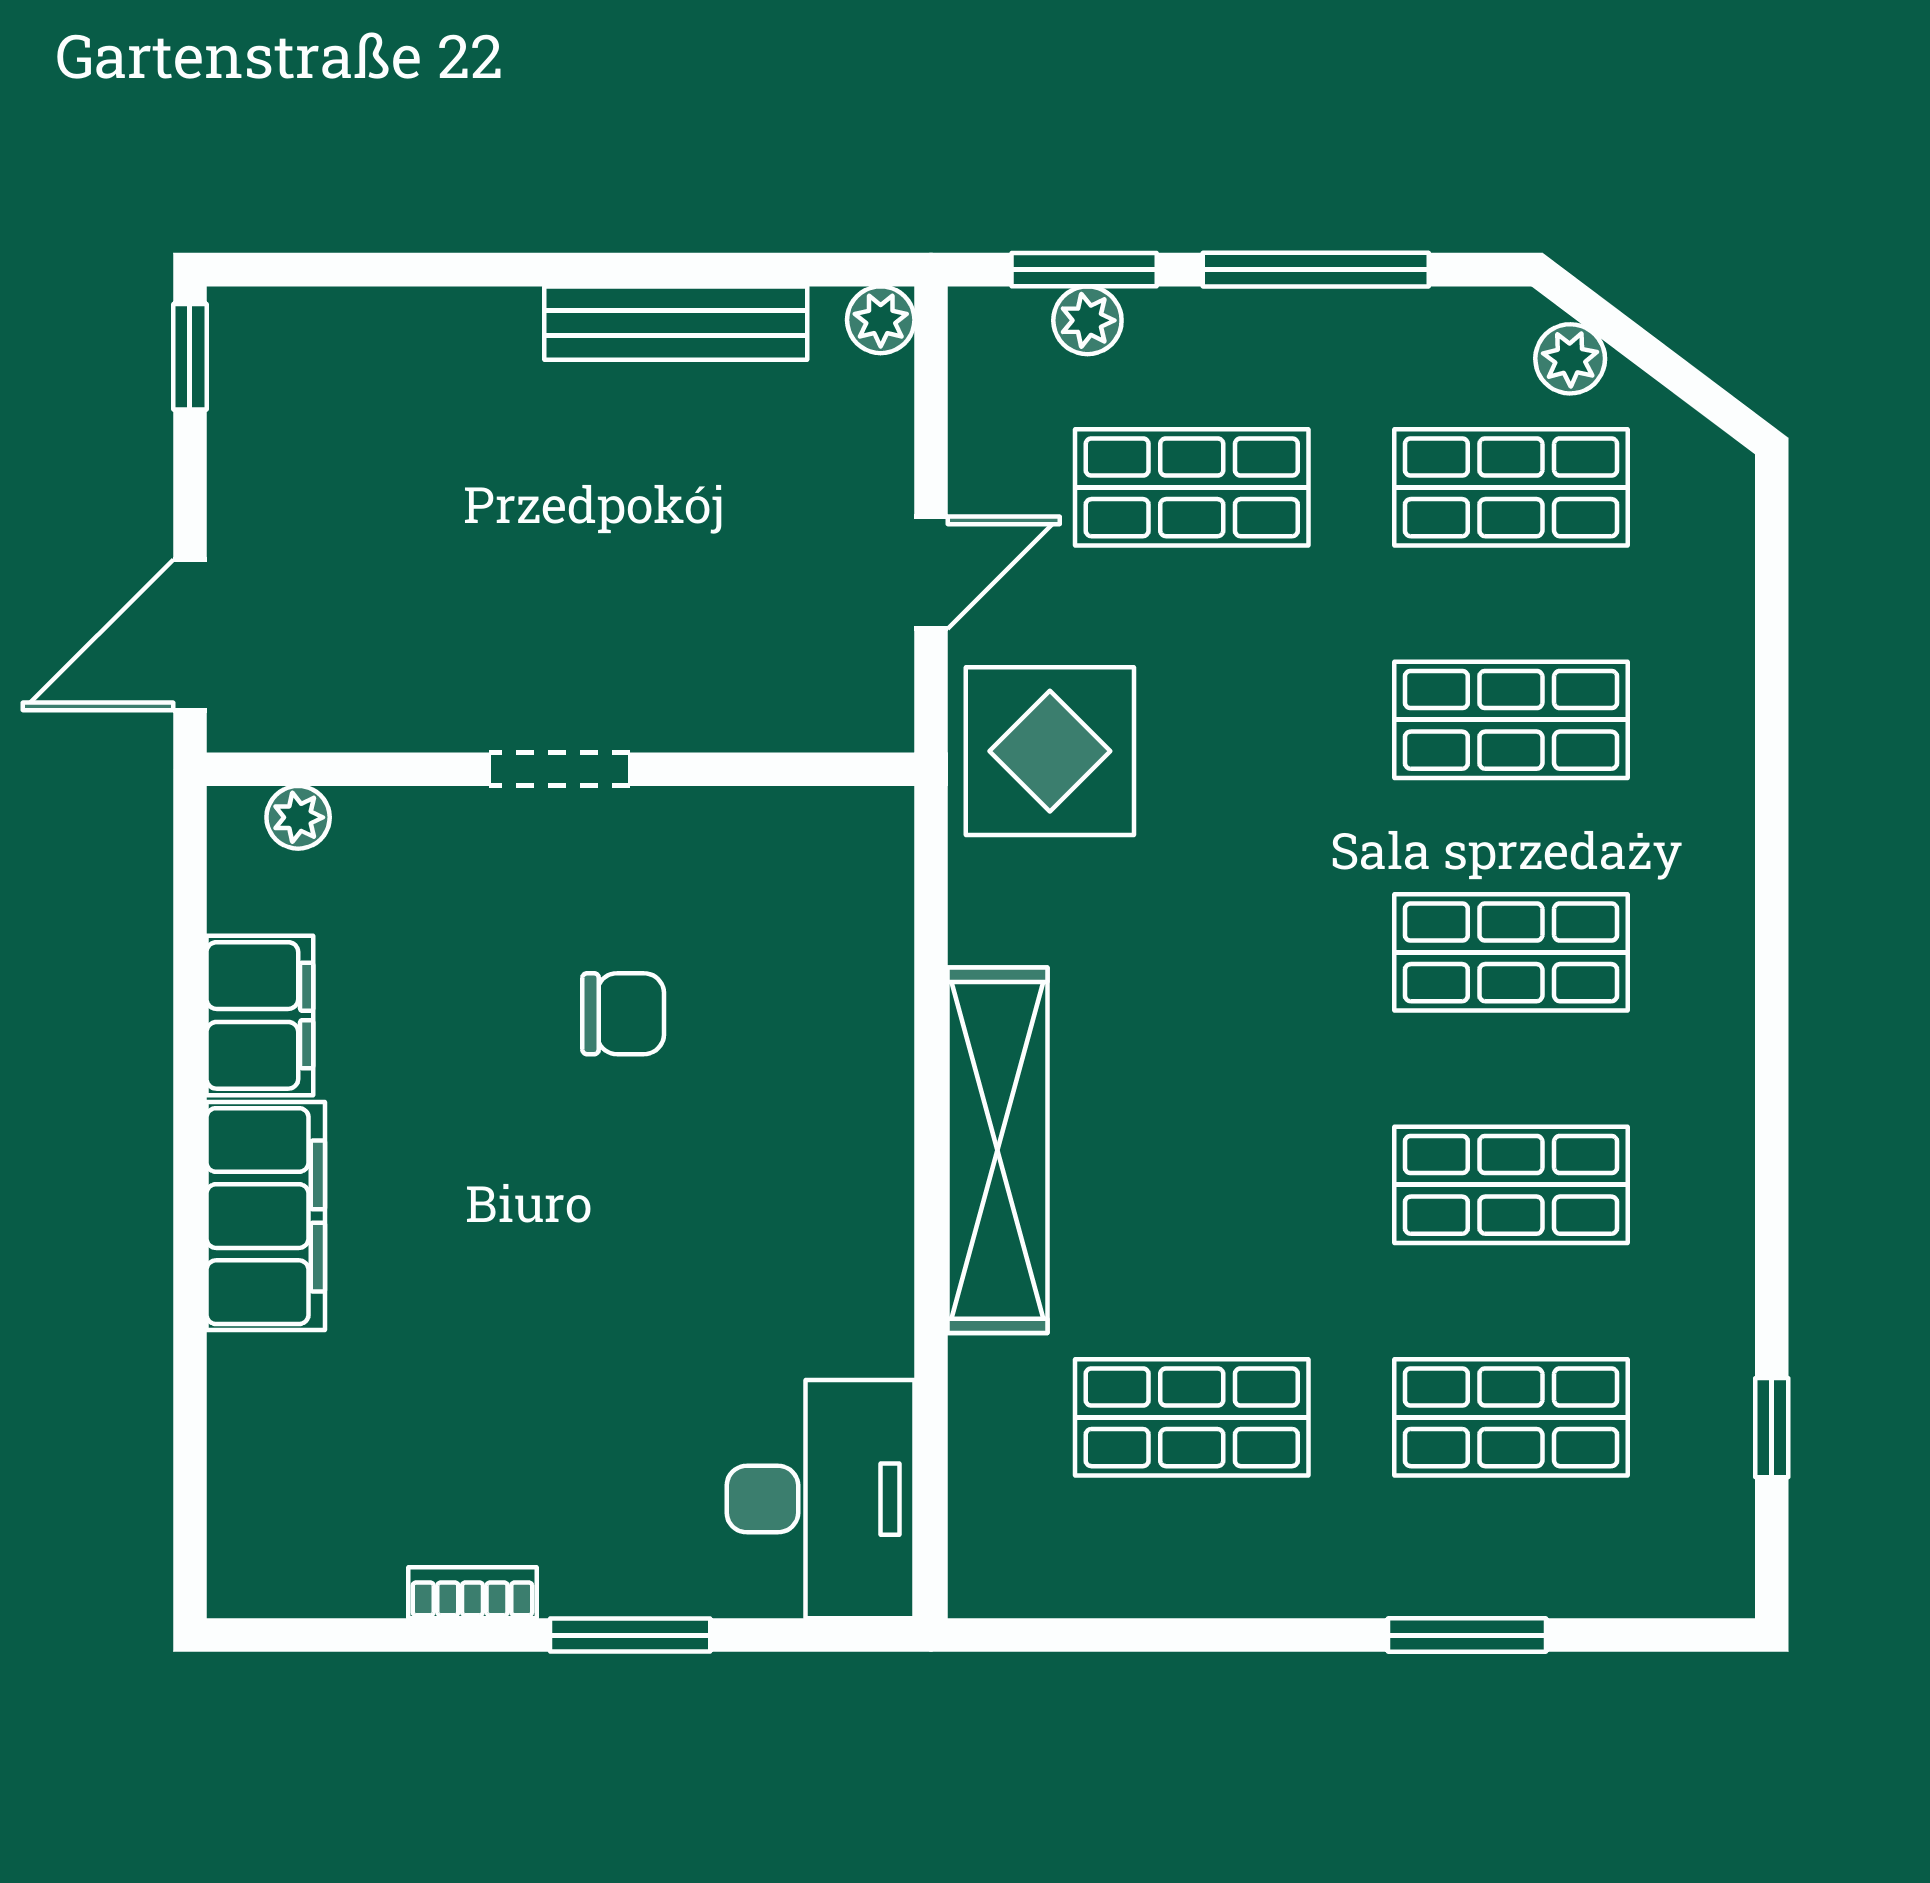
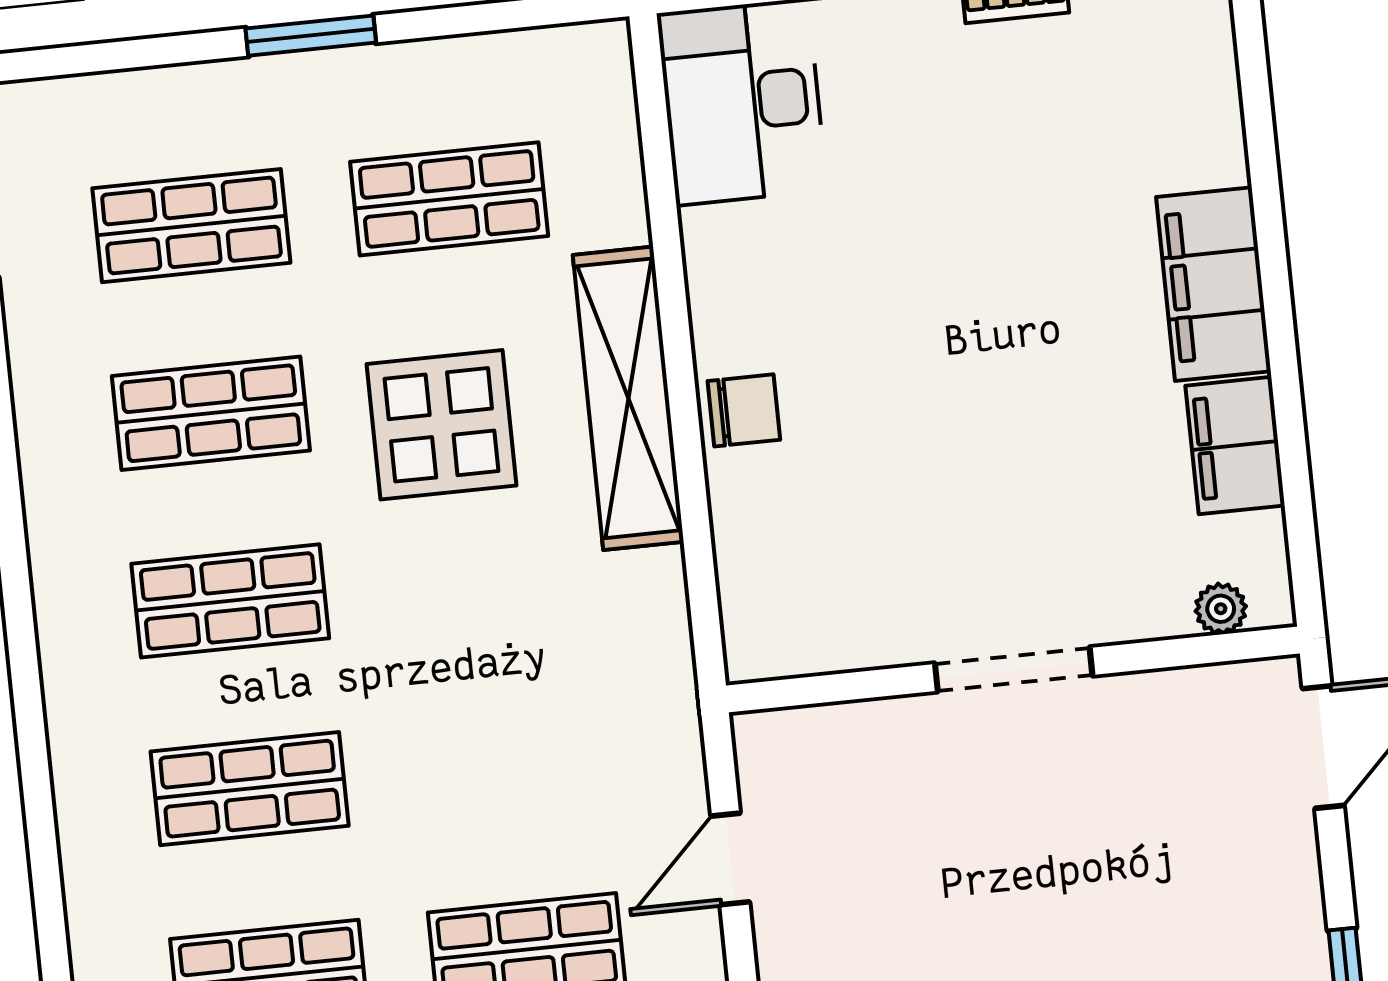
display table: (1050, 751) -> (442, 425), moved
doorway: (560, 769) -> (1014, 669), width x1.38
chair: (623, 1014) -> (744, 410), moved, turned 180
window: (1467, 1635) -> (311, 36), moved

